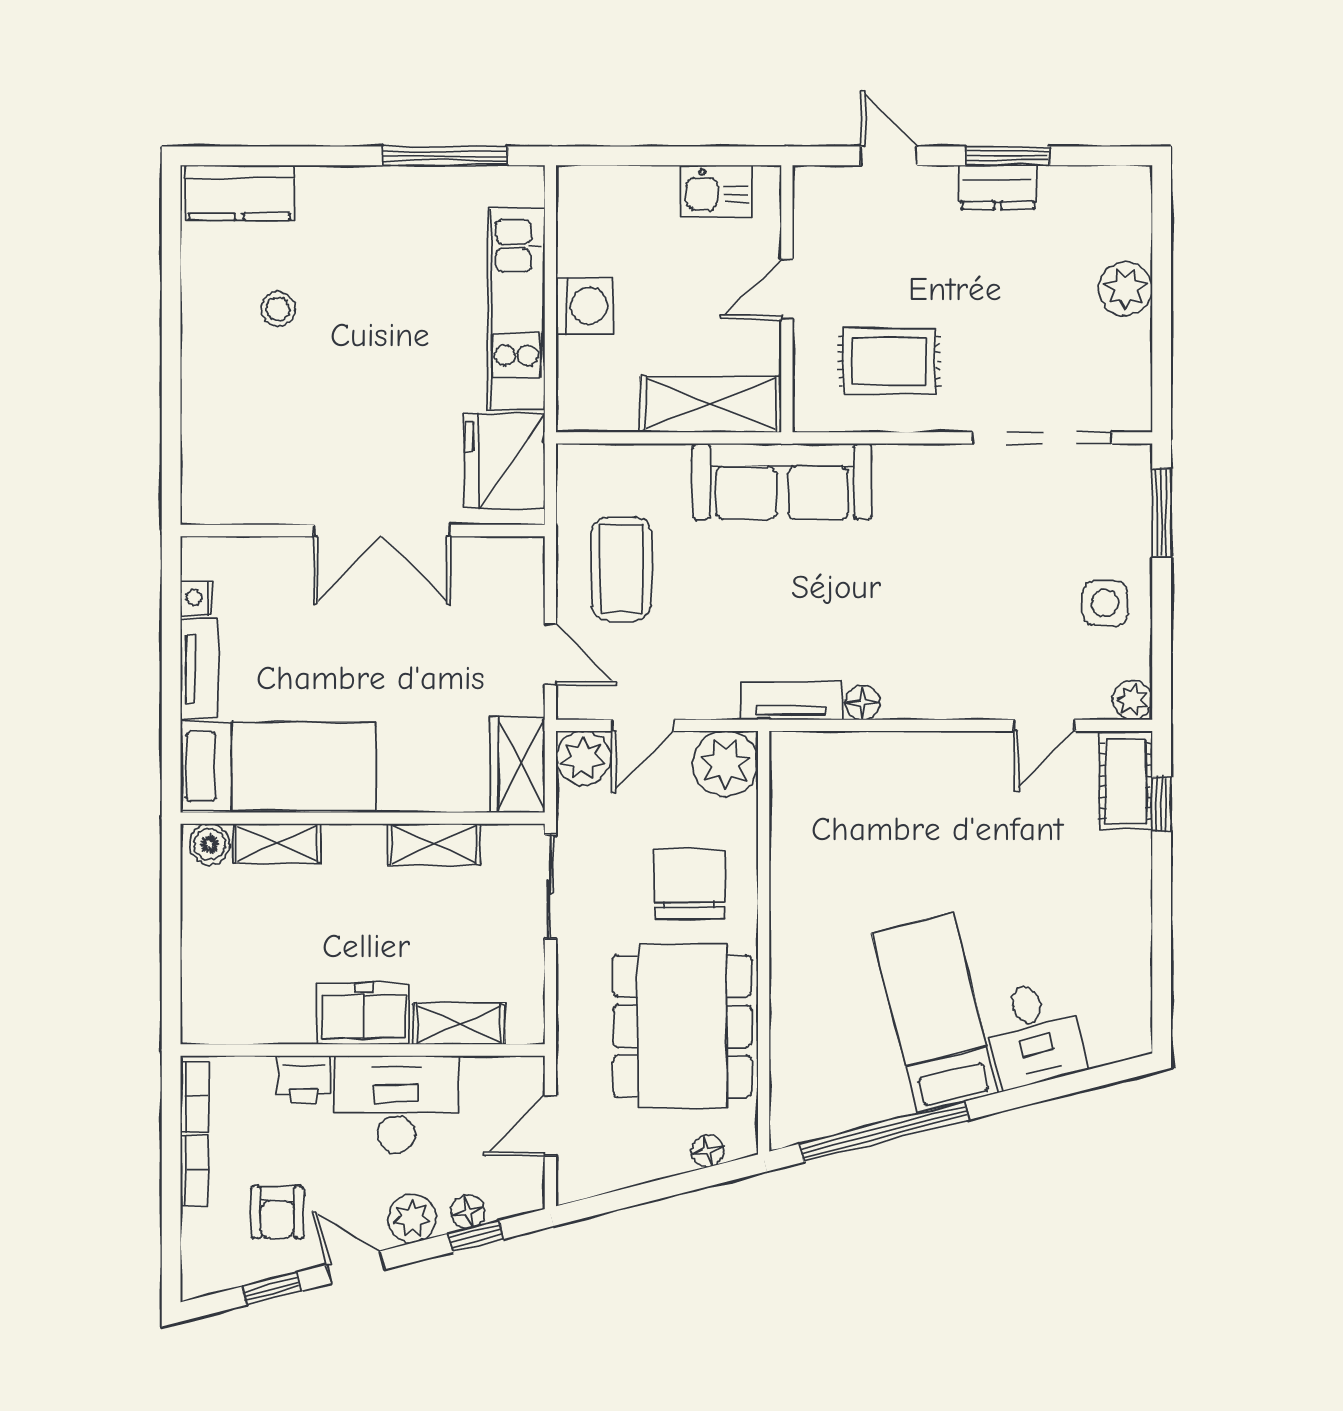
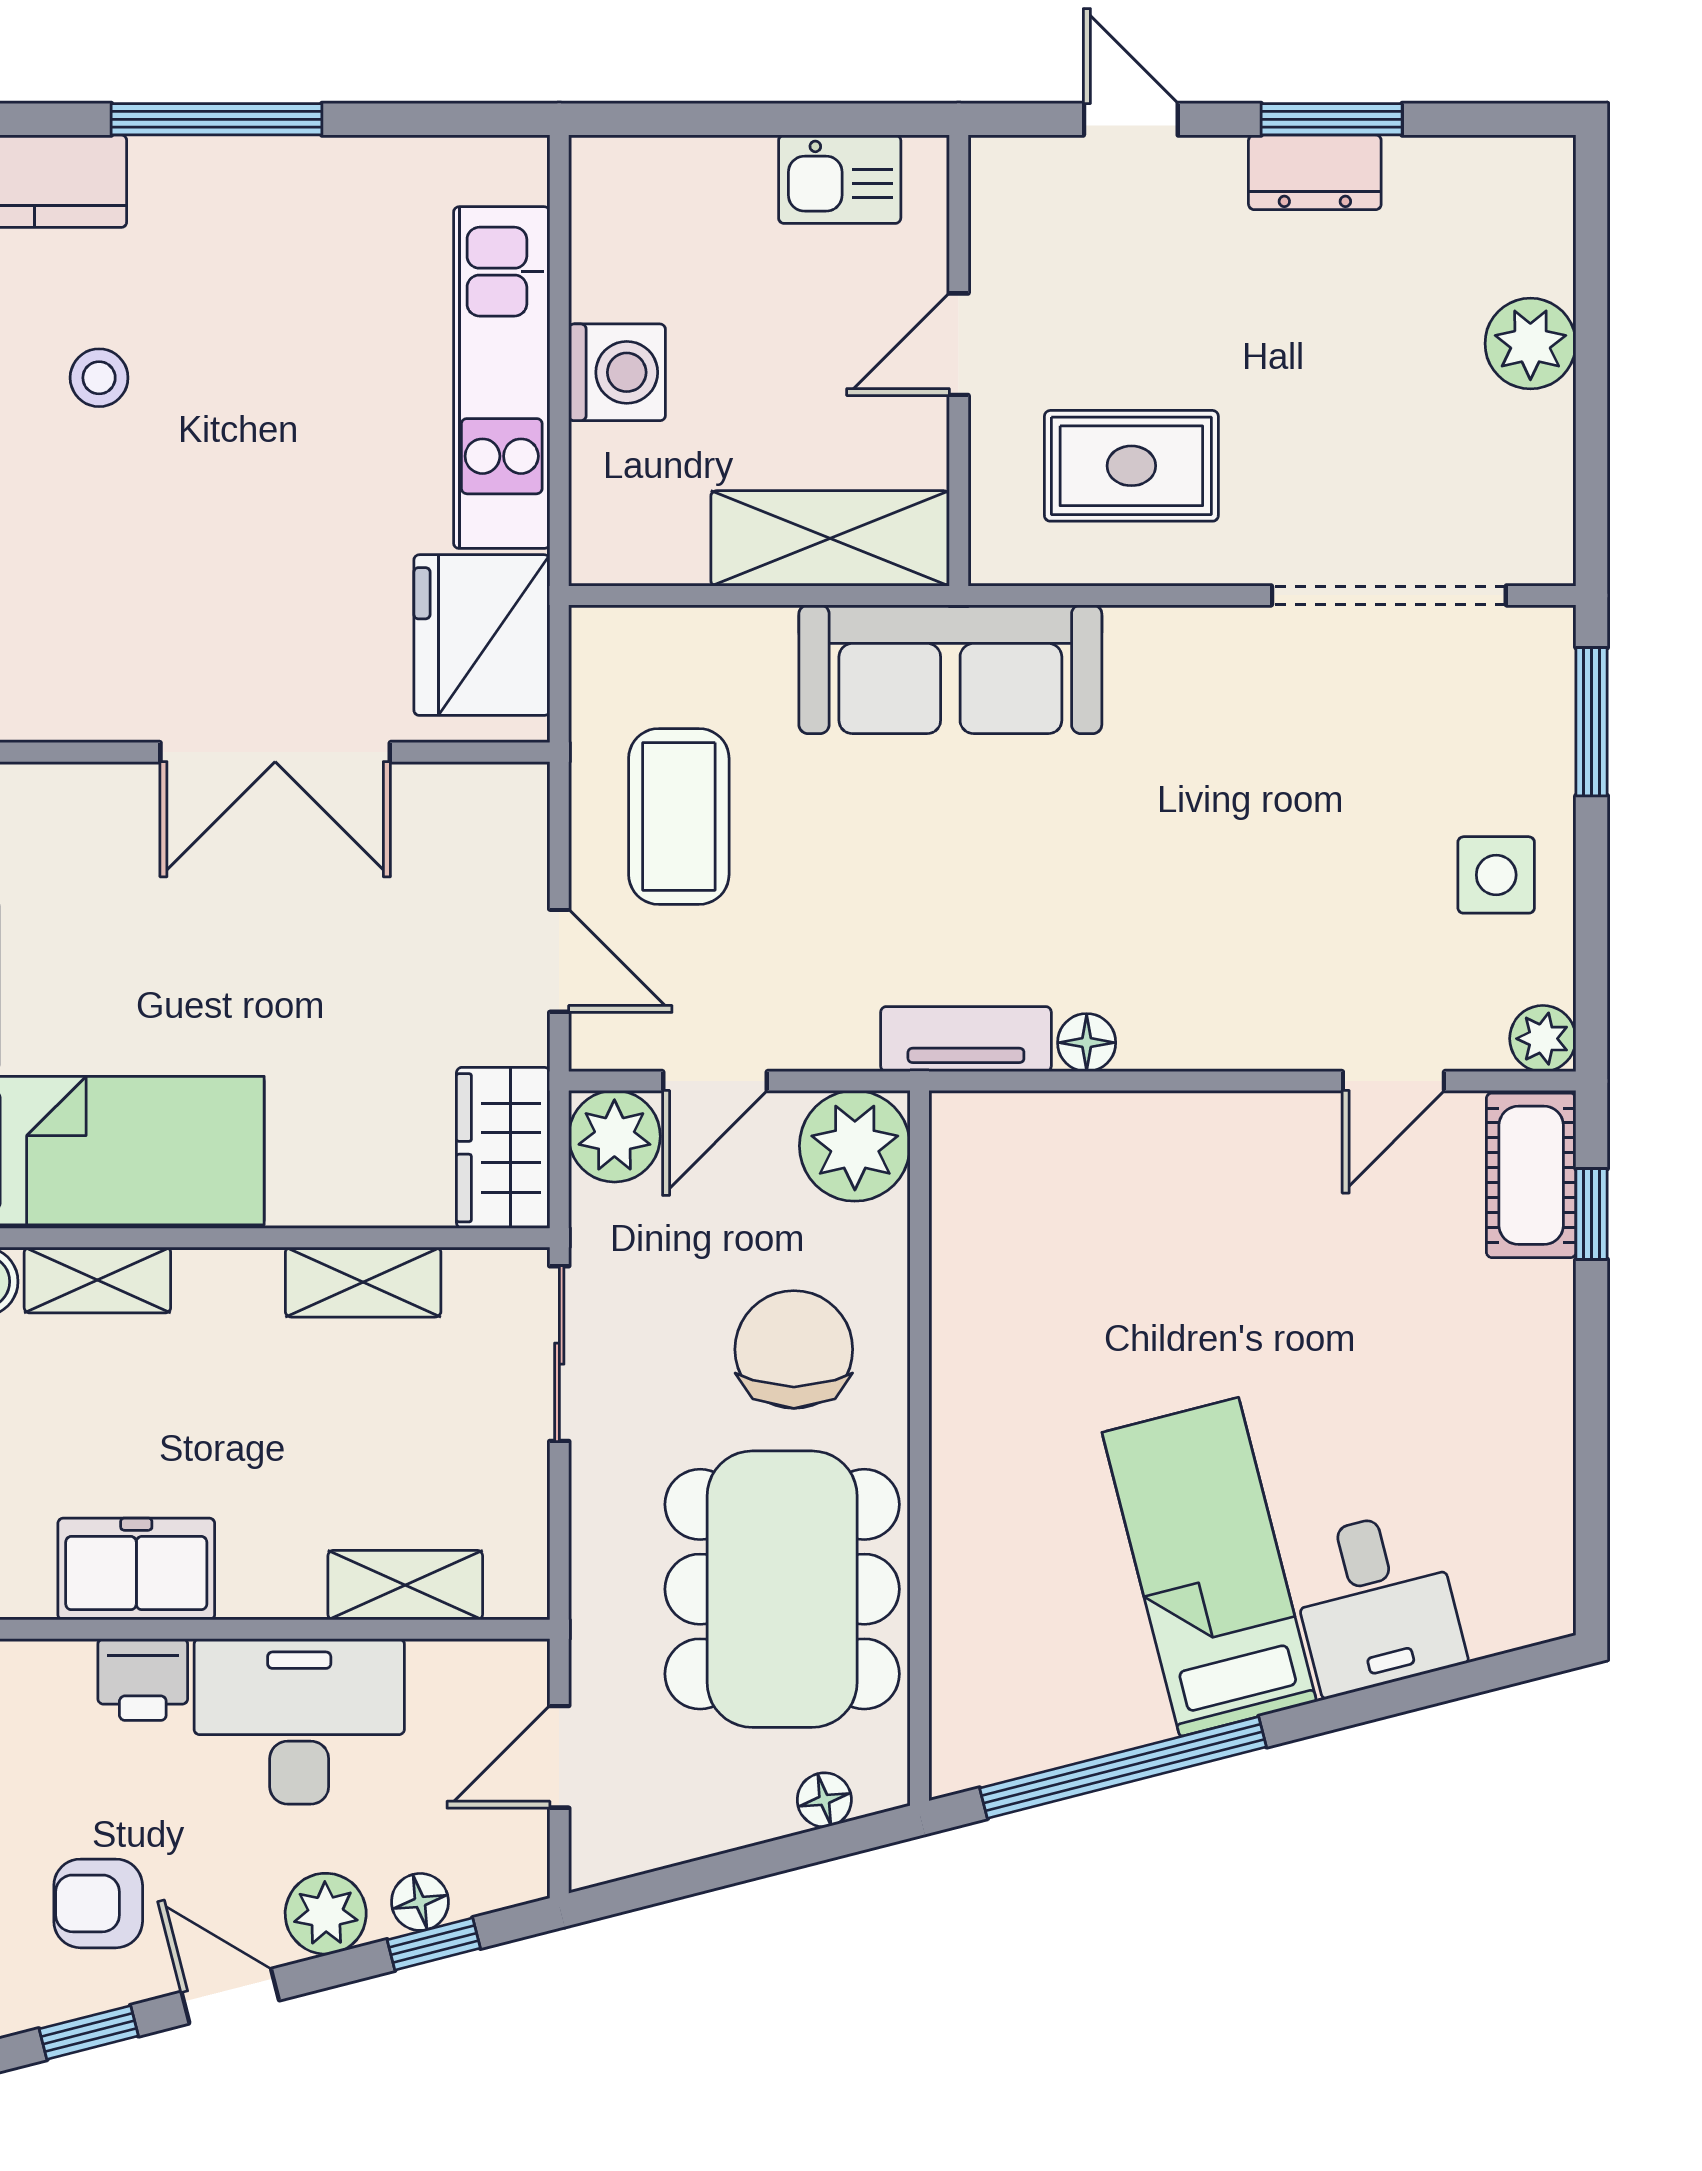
window: (445, 156) -> (217, 119), moved
freezer: (363, 1014) -> (136, 1569), moved
armchair: (277, 1212) -> (98, 1903), turned 90

